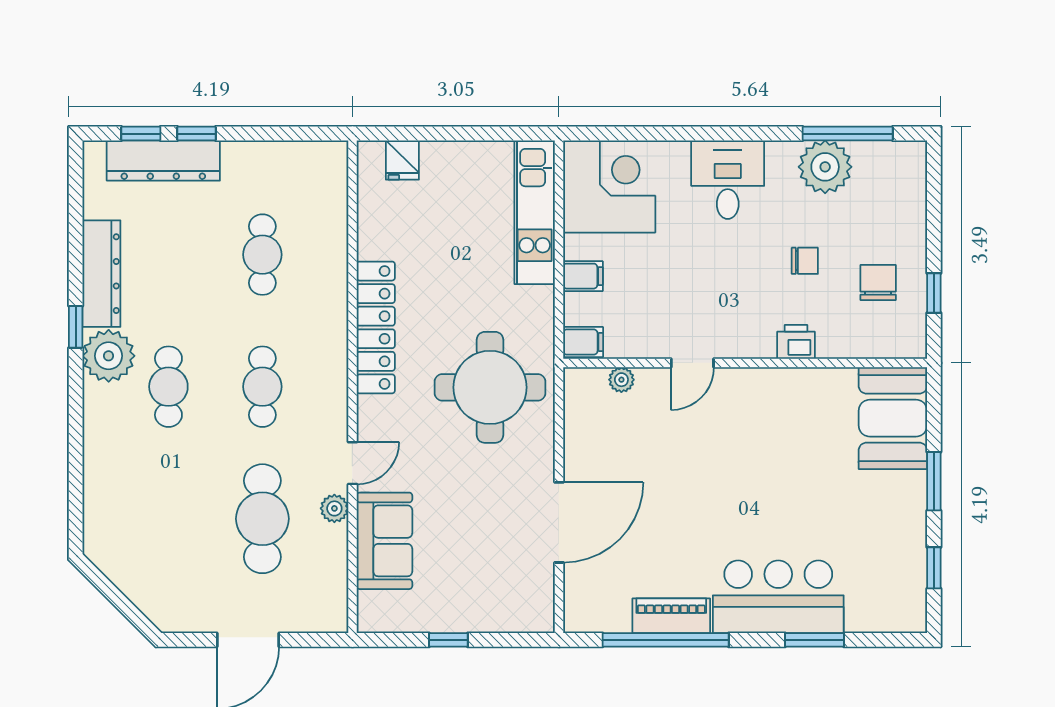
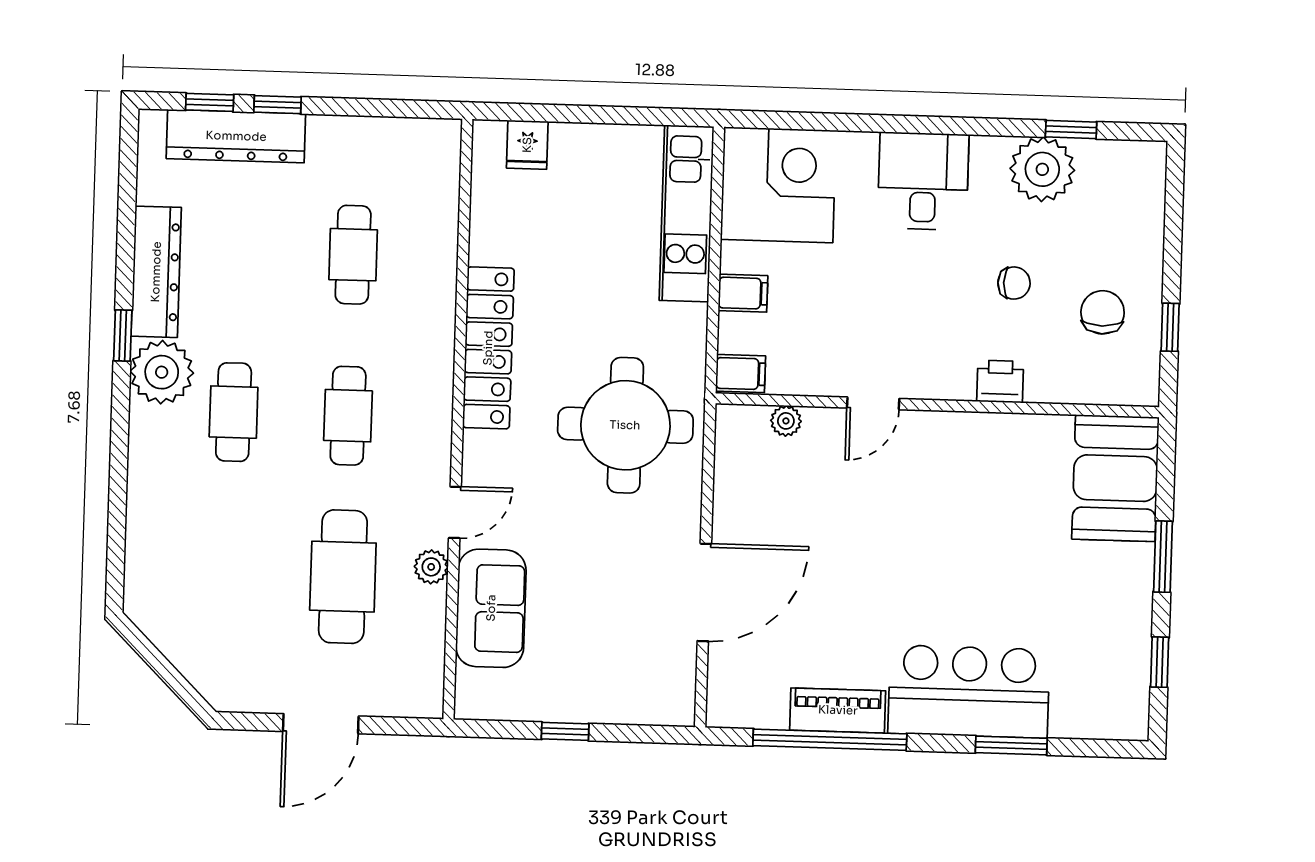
window: (848, 134) -> (1071, 130), width x0.46

